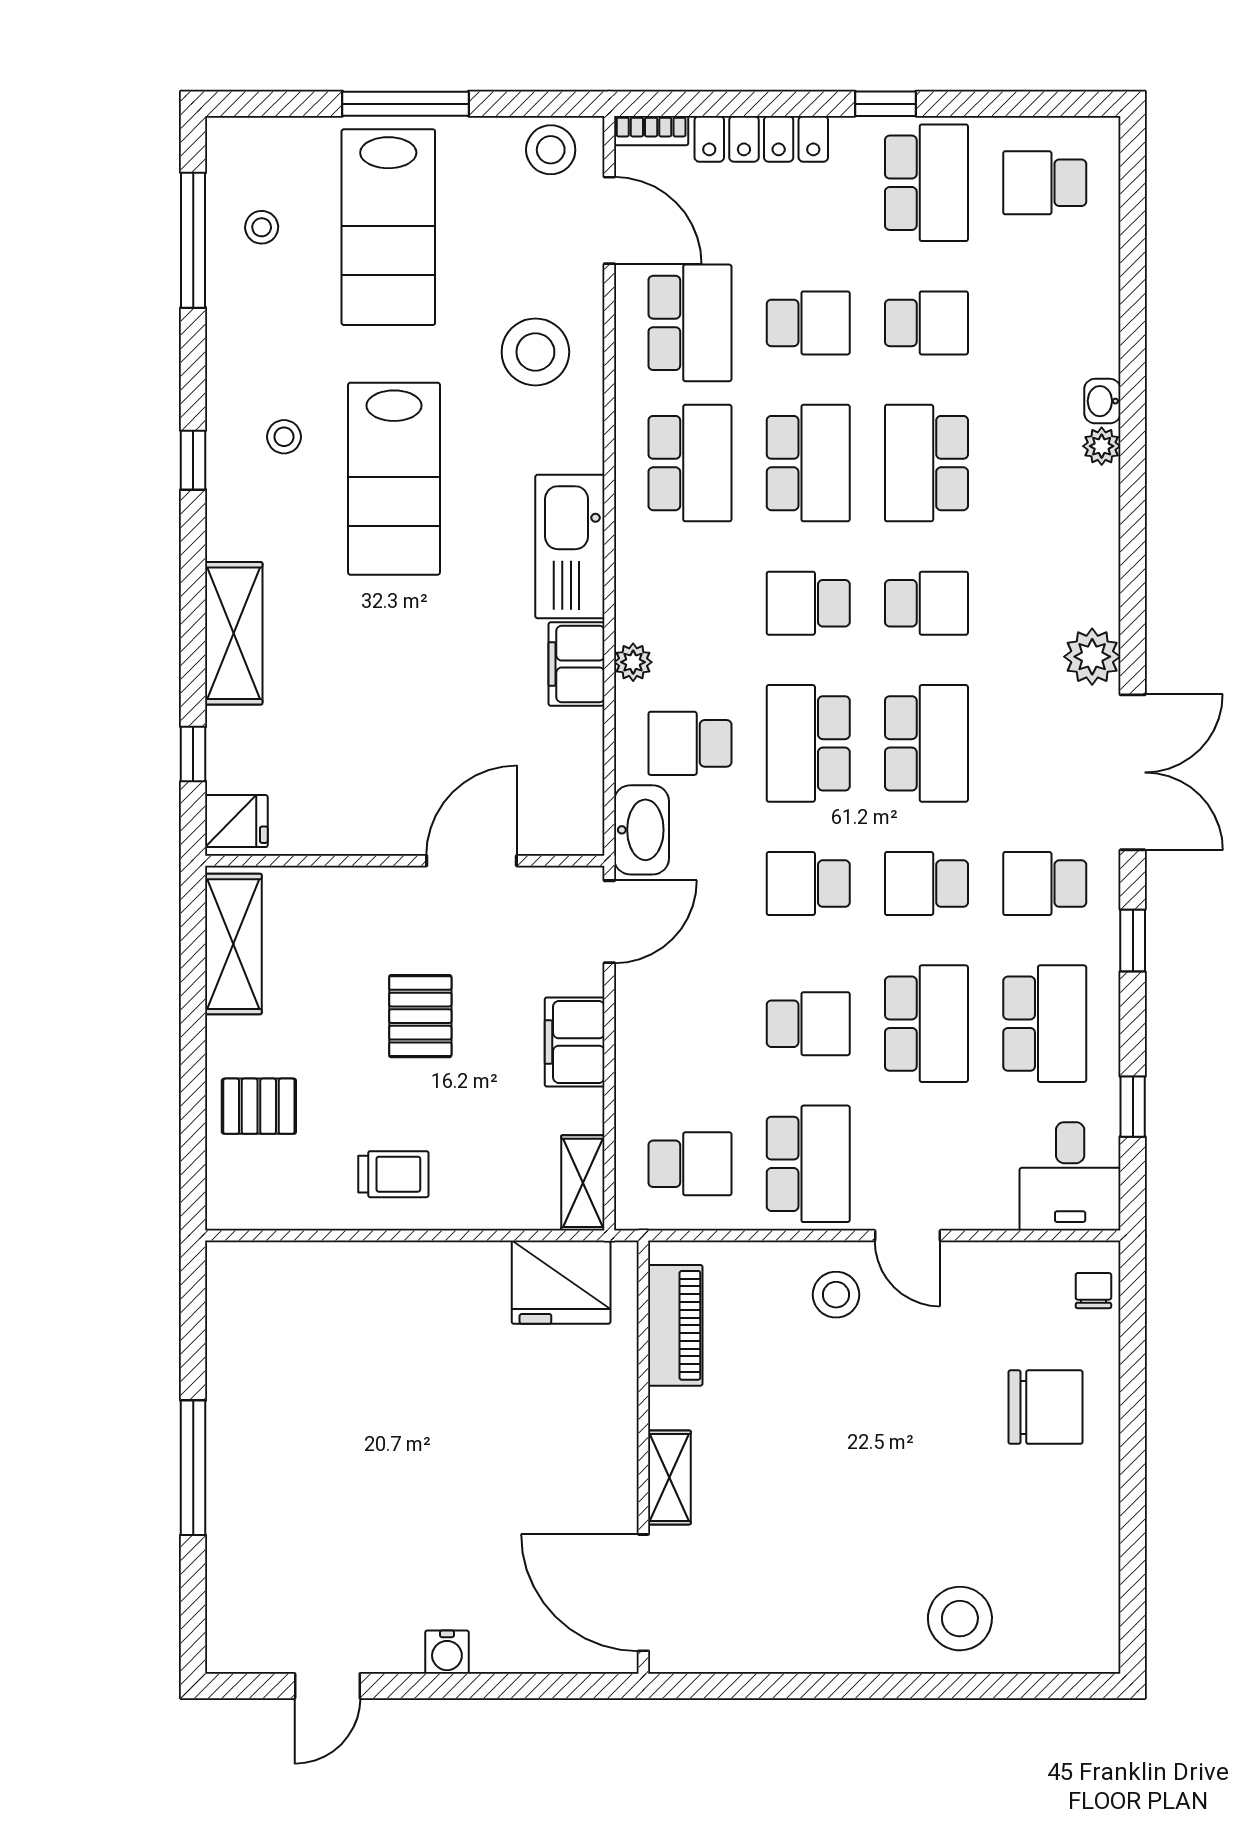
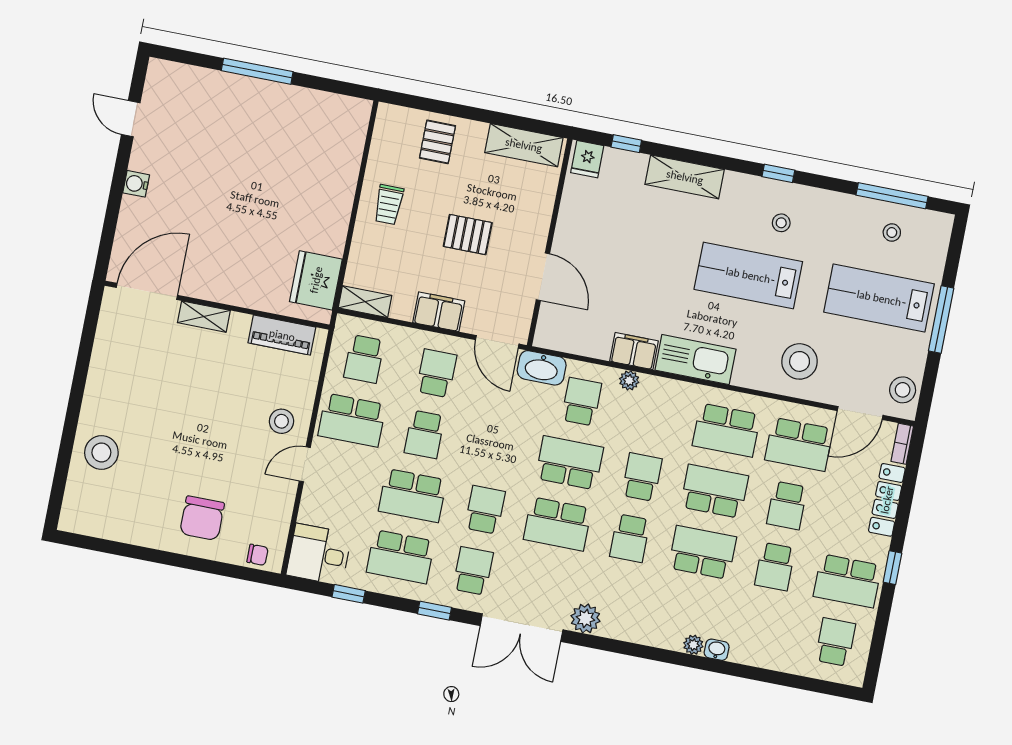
school desk: (808, 463) -> (714, 491), turned 180
school desk: (808, 884) -> (436, 373), moved

